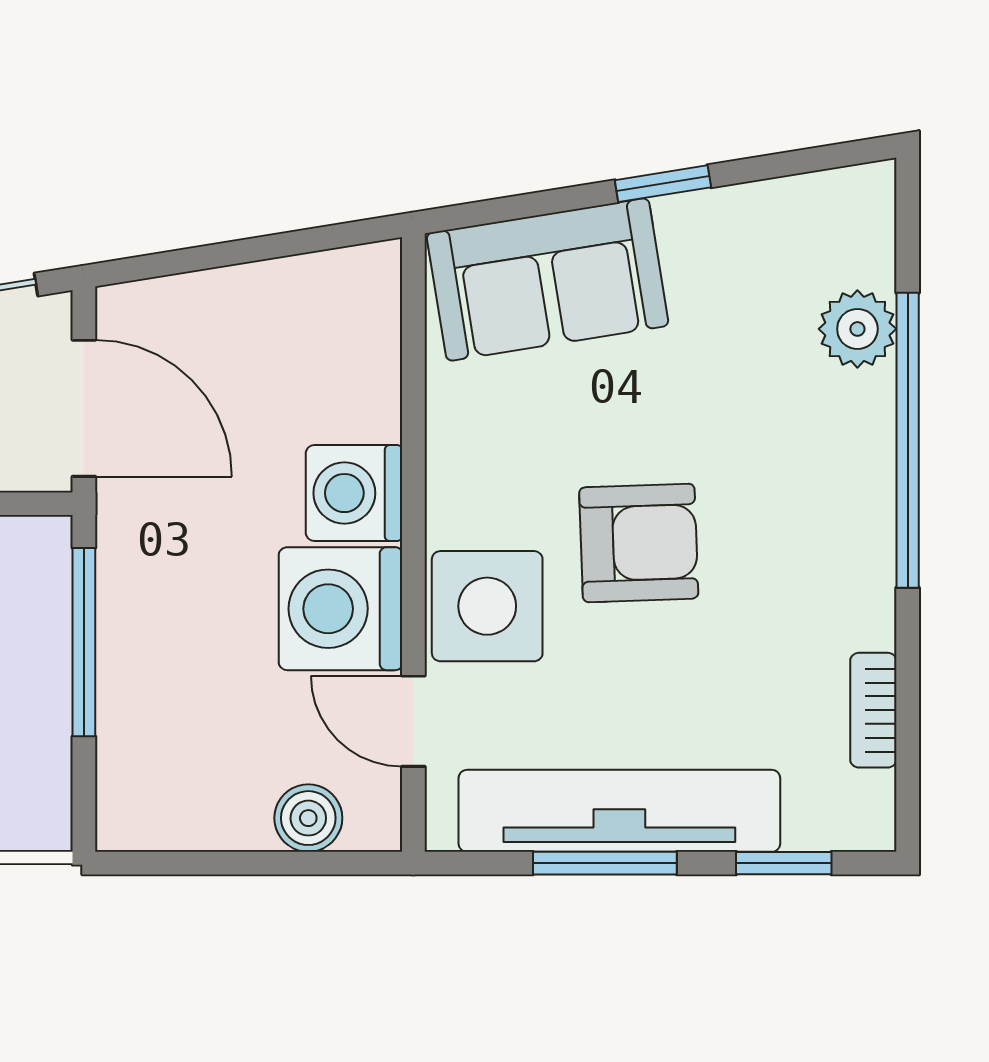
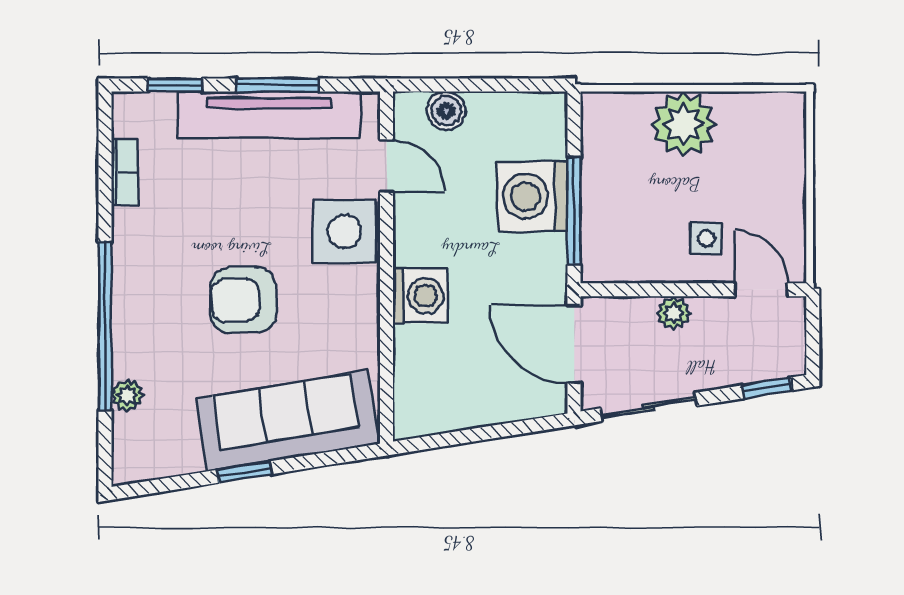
sofa: (548, 280) -> (287, 421), width x1.36
plant: (857, 329) -> (128, 395), width x0.73, depth x0.73
armchair: (639, 543) -> (243, 300), moved
washing machine: (340, 609) -> (533, 196), moved, turned 180

